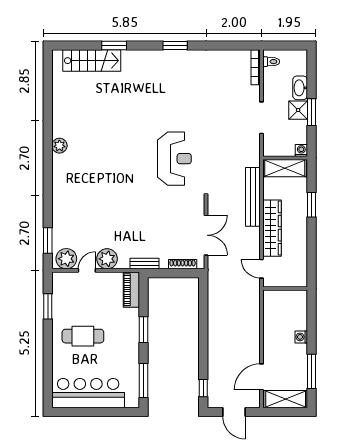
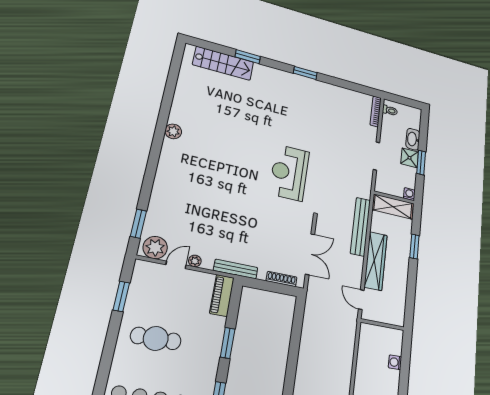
reception desk: (174, 159) -> (289, 173), turned 180
plant: (107, 259) -> (195, 261), width x0.53, depth x0.53
bench: (145, 264) -> (236, 269), width x1.36
washing machine: (301, 337) -> (395, 362), moved

